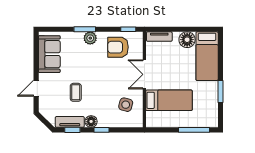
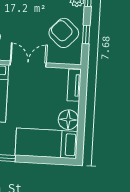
window: (128, 29) -> (86, 34), moved
armchair: (118, 47) -> (64, 33), turned -47

